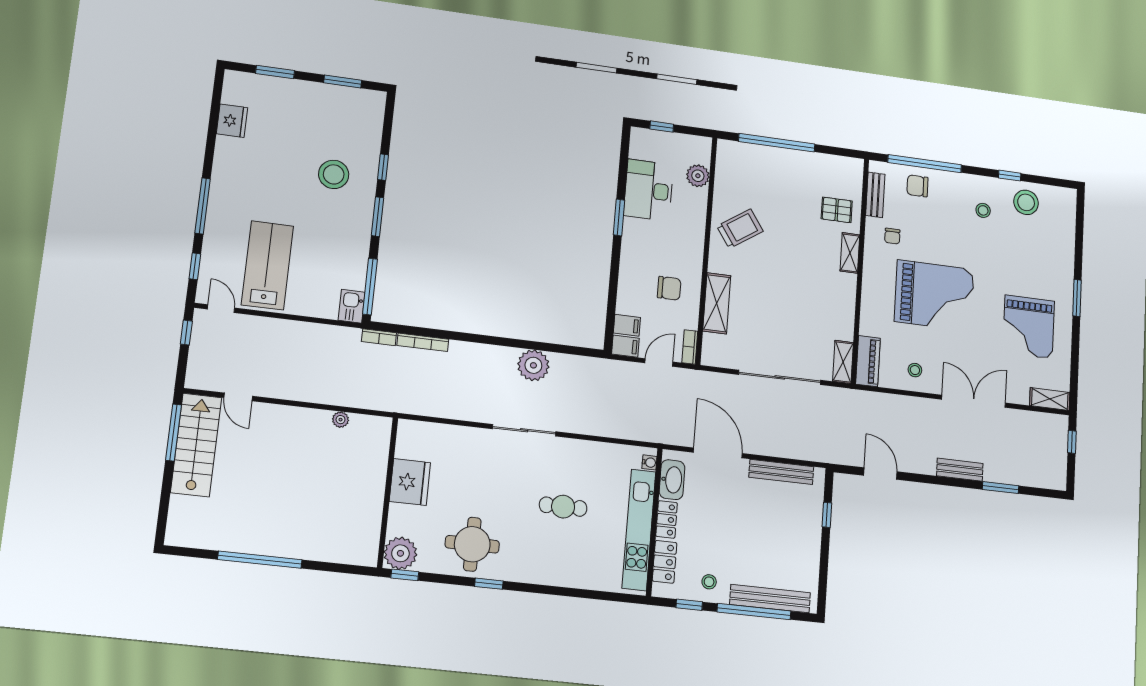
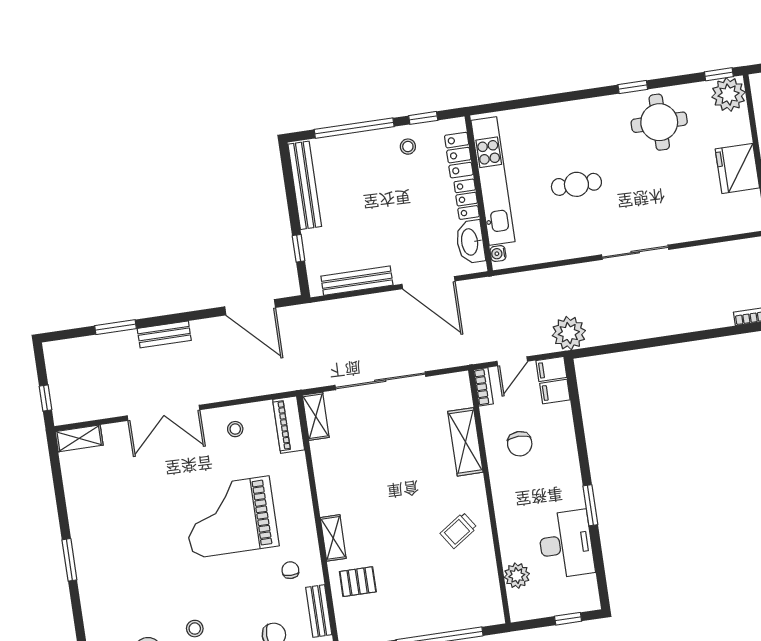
trolley: (740, 229) -> (459, 530), width x0.73, depth x0.72
chair: (669, 288) -> (520, 444), turned -90
grand piano: (1029, 327) -> (118, 512), removed
plant: (533, 365) -> (569, 333), moved
door: (880, 474) -> (250, 307), width x1.36
bench: (770, 599) -> (305, 185), moved, turned 90

